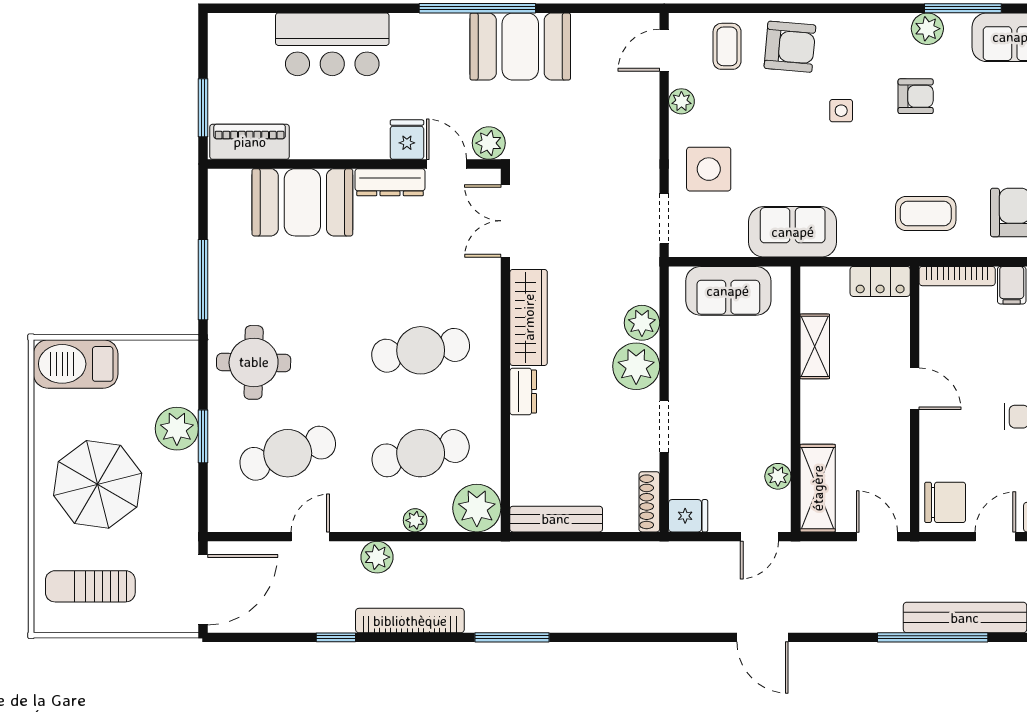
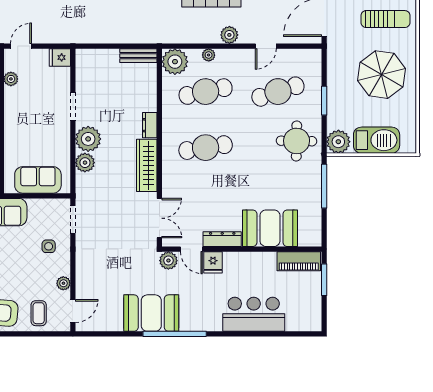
side table: (709, 169) -> (49, 246), width x0.54, depth x0.54
barbecue: (76, 364) -> (377, 140), moved
plant: (177, 429) -> (338, 142), moved
shoe rack: (649, 502) -> (81, 65), removed
bench: (556, 519) -> (138, 56), width x0.73

